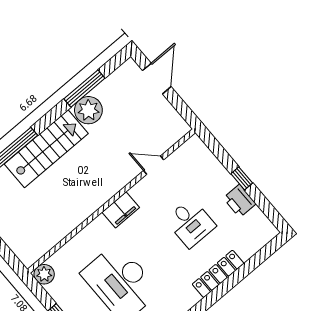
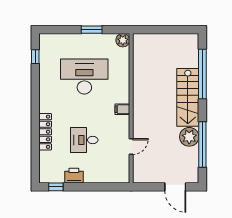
window: (84, 88) -> (202, 144), width x1.46
window: (242, 178) -> (56, 187), moved
filing cabinet: (121, 210) -> (122, 109), width x0.50

